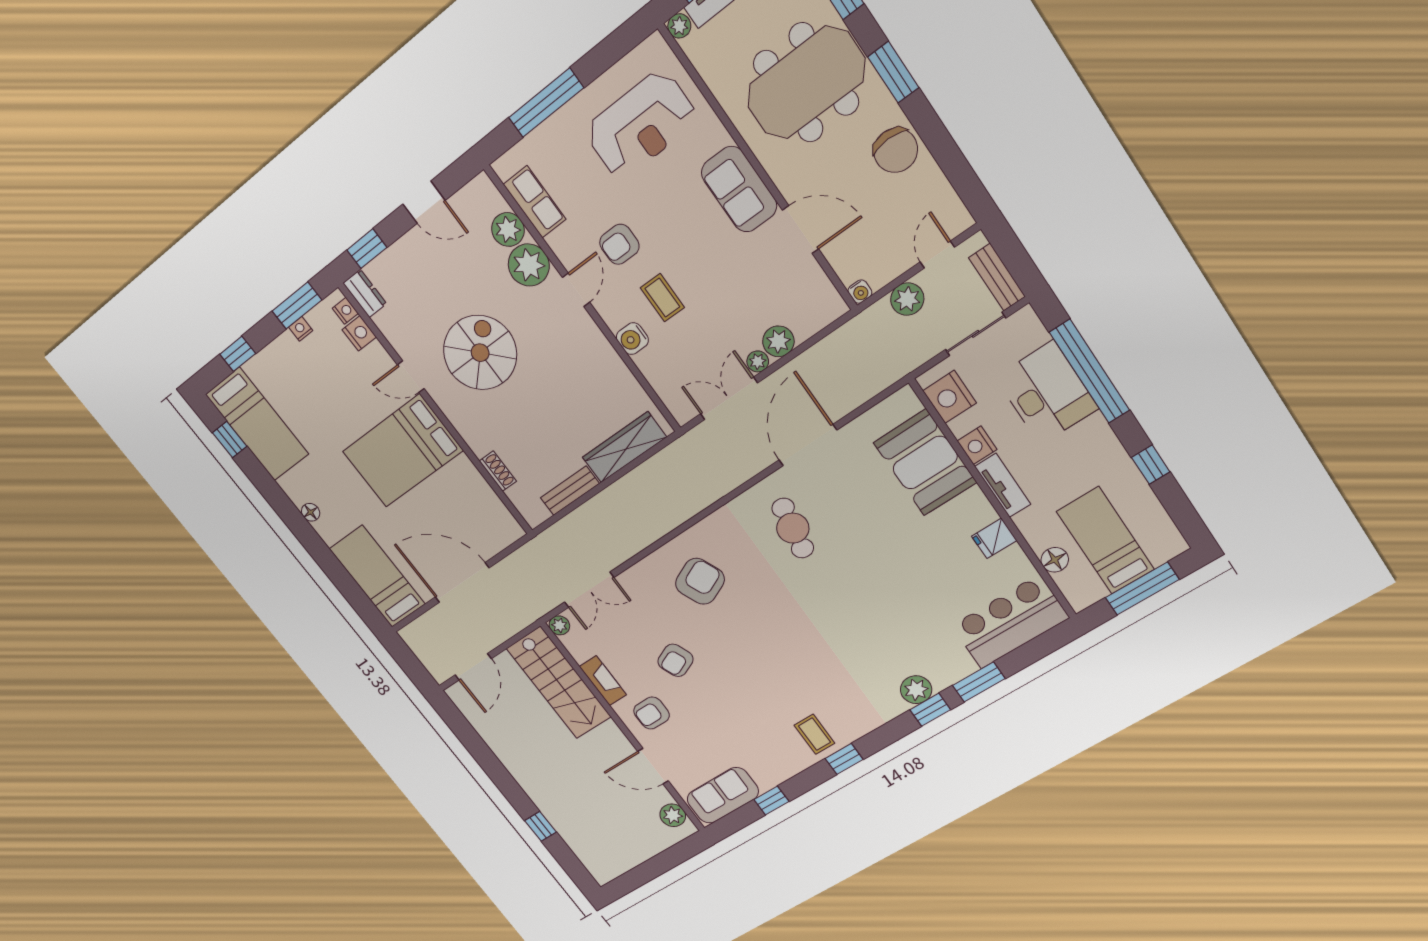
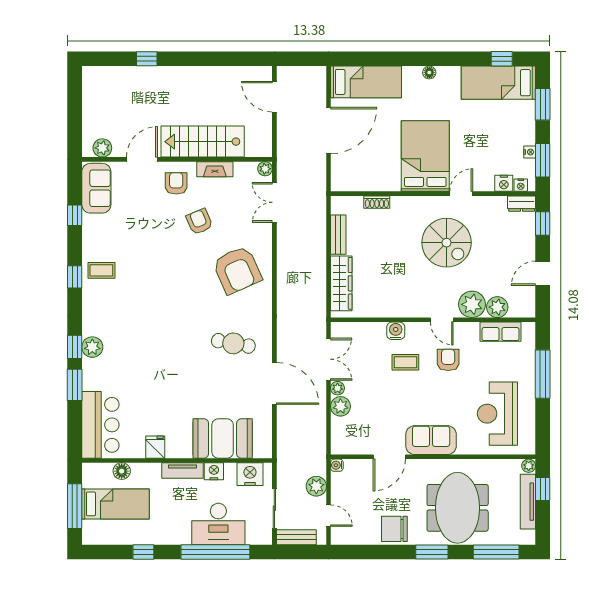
window: (238, 354) -> (543, 104), width x1.50
armchair: (700, 581) -> (237, 270), width x1.36, depth x1.36
stairs: (559, 683) -> (203, 142), moved

